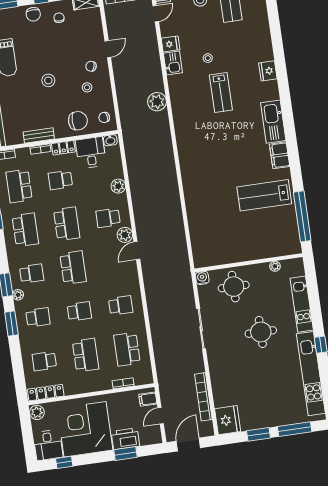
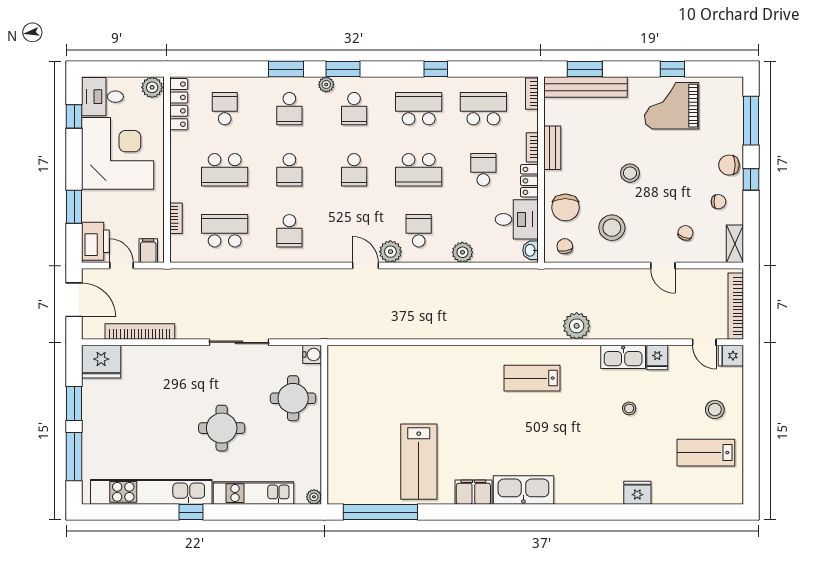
kitchen sink: (173, 63) -> (623, 357), width x1.38
chair: (91, 66) -> (685, 233), moved
fridge: (268, 71) -> (637, 493), moved
stool: (87, 87) -> (612, 228), width x1.89, depth x1.89
lab bench: (221, 93) -> (532, 378), moved
lab bench: (264, 195) -> (419, 462), turned 180
school desk: (25, 230) -> (419, 109), turned 180
plant: (275, 266) -> (314, 497), moved
school desk: (73, 268) -> (354, 170), width x0.54
printer: (125, 439) -> (95, 241), moved

